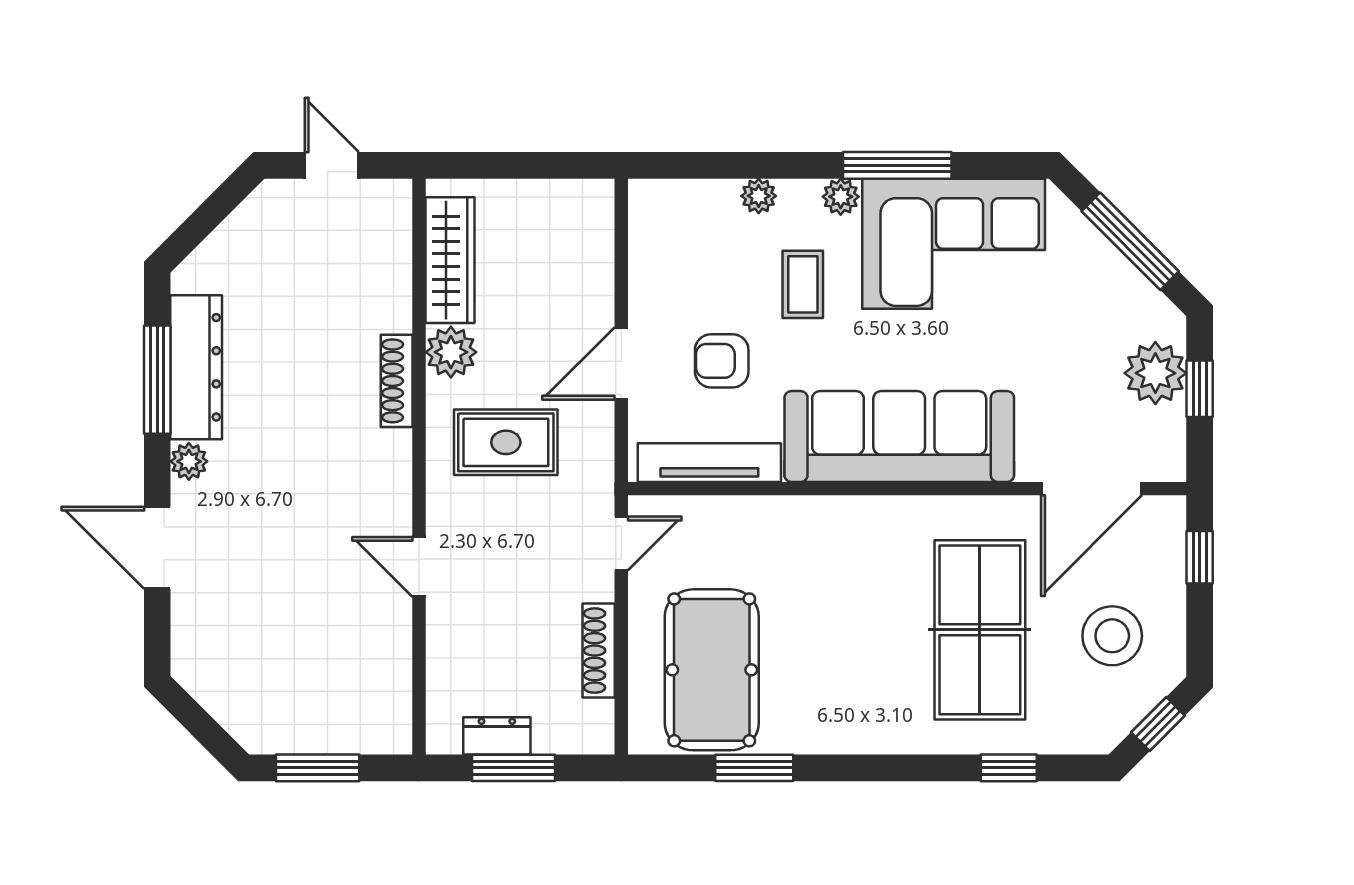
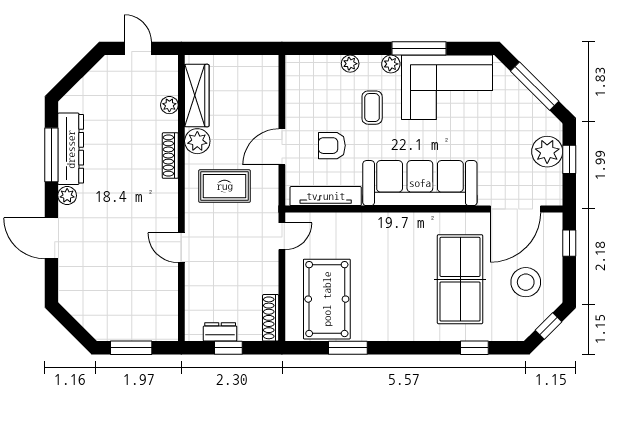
plant: (395, 279) -> (169, 105), added
shoe rack: (599, 651) -> (271, 318), moved
window: (514, 768) -> (228, 348), width x0.67

